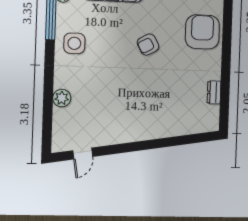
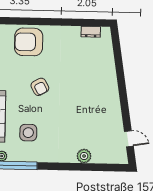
side table: (74, 43) -> (28, 133), moved
dresser: (214, 92) -> (91, 32), moved

